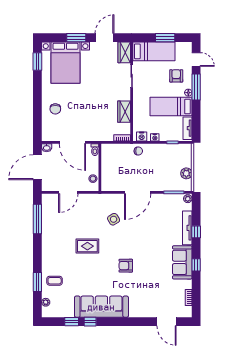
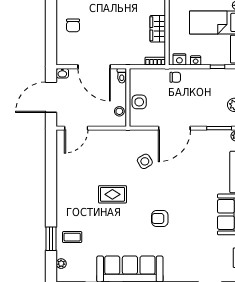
side table: (109, 171) -> (139, 102), added
door: (68, 192) -> (76, 128), moved
window: (37, 219) -> (51, 161), removed

